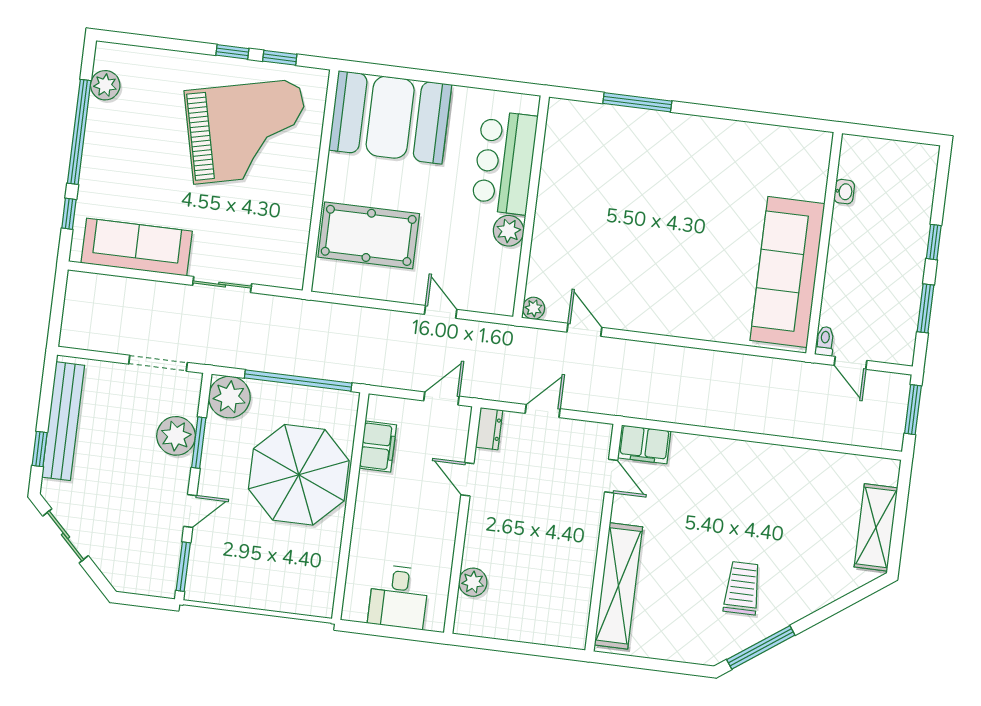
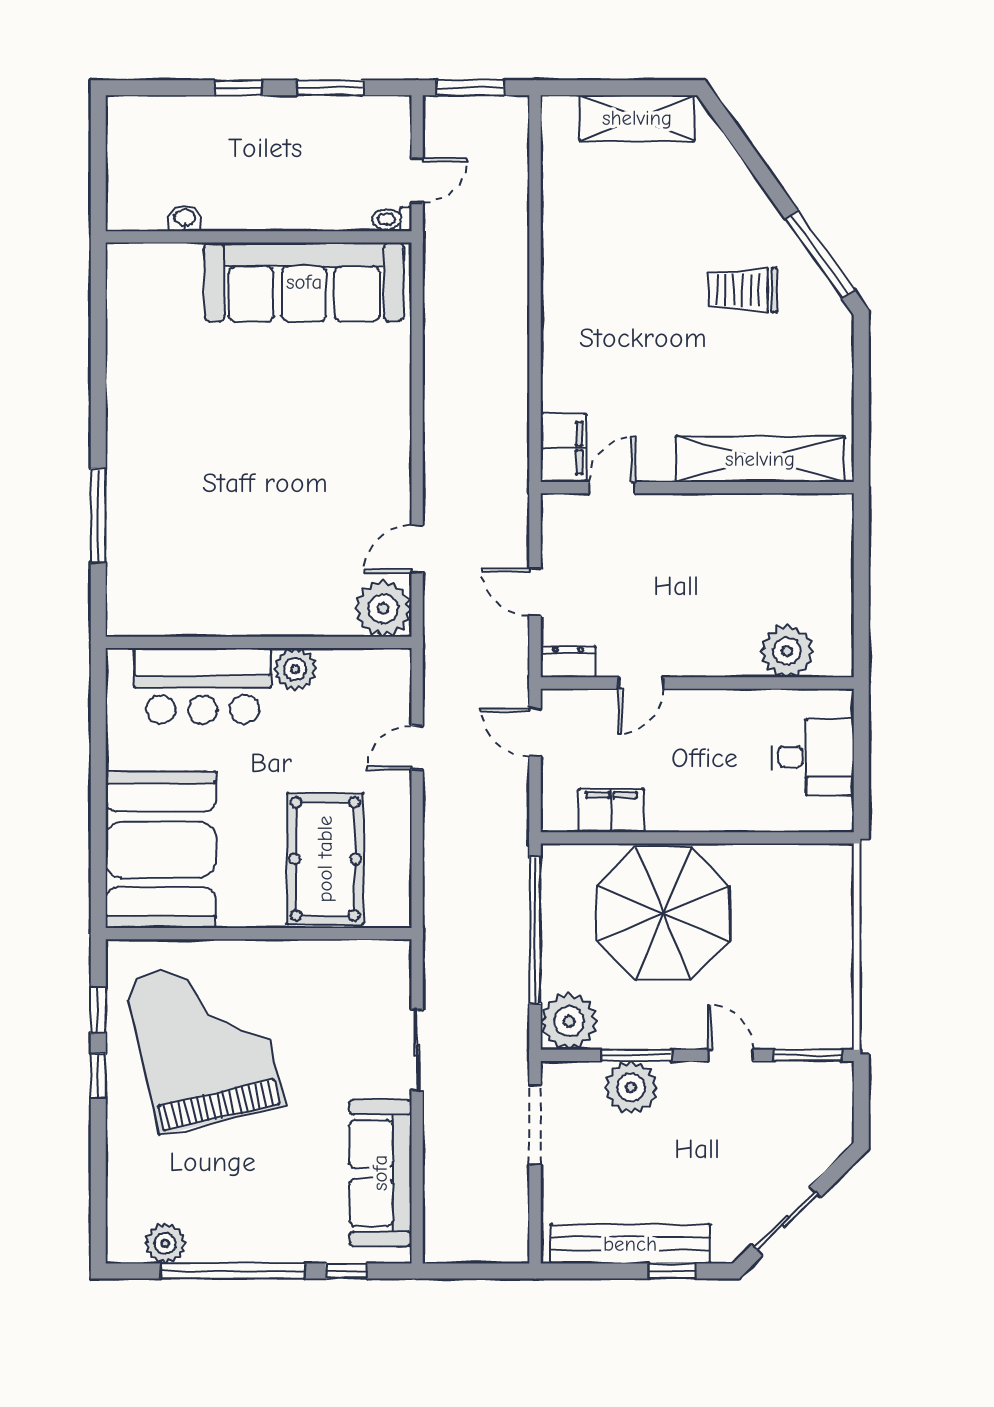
plant: (534, 308) -> (383, 609), width x1.87, depth x1.87
plant: (473, 582) -> (787, 651), width x1.36, depth x1.36

